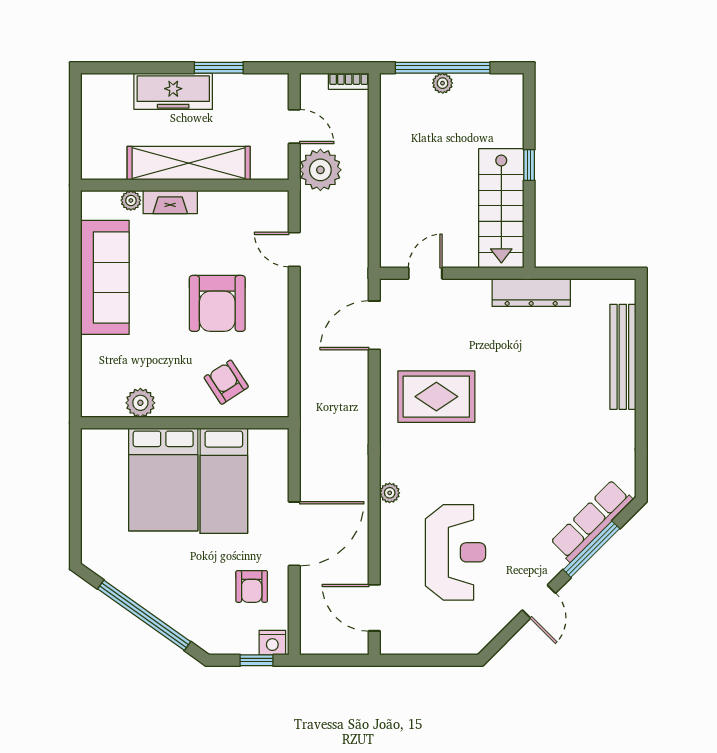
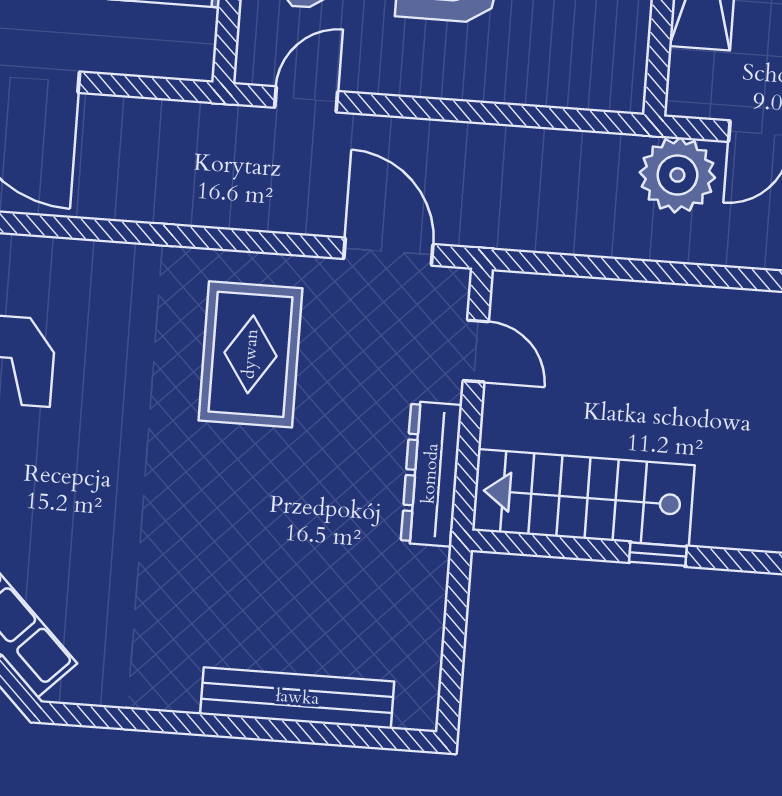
door: (294, 249) -> (306, 99), moved
dresser: (531, 293) -> (431, 474), moved
plant: (390, 493) -> (82, 257), removed

